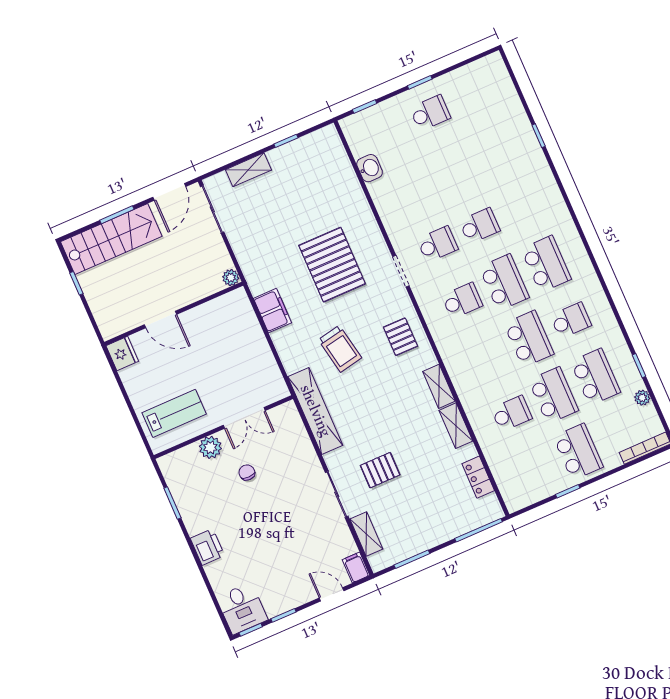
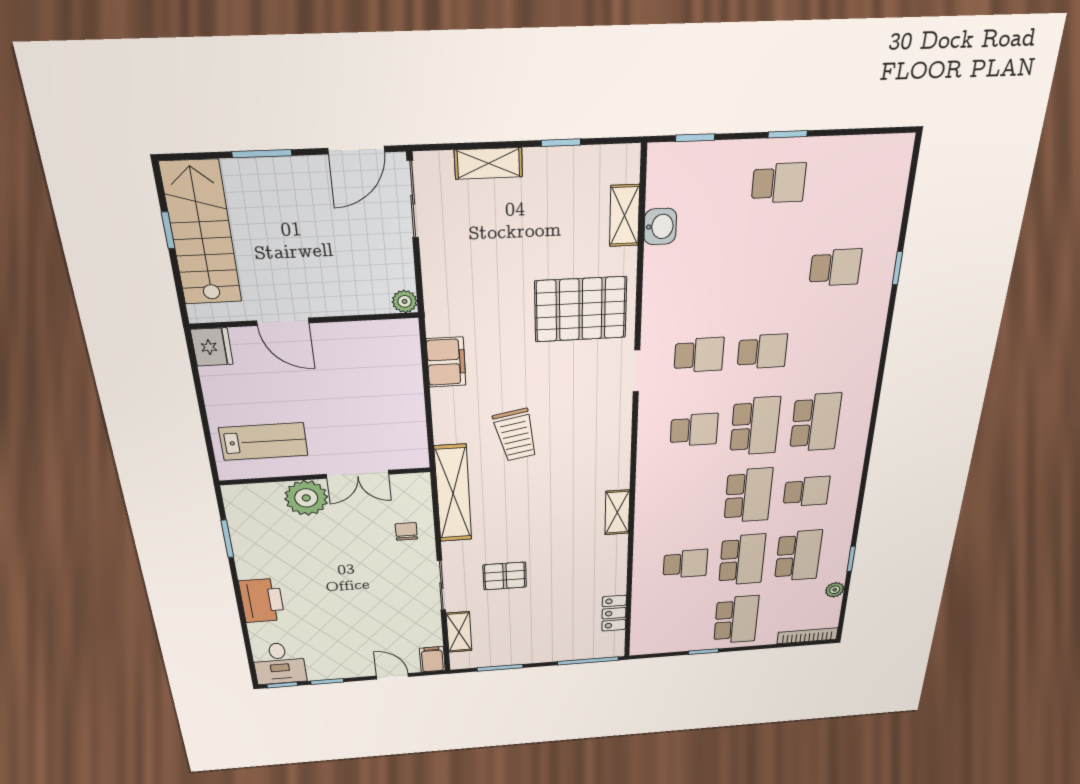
school desk: (497, 151) -> (835, 268), added
stairs: (111, 239) -> (201, 233), moved, turned -90
pallet: (332, 265) -> (581, 309), moved, turned 90
pallet: (400, 337) -> (598, 445), removed
shelving: (456, 426) -> (624, 216), moved
plant: (210, 447) -> (306, 498), width x1.36, depth x1.36
chair: (247, 472) -> (406, 531), moved
printer: (207, 547) -> (262, 600), width x1.37, depth x1.19

